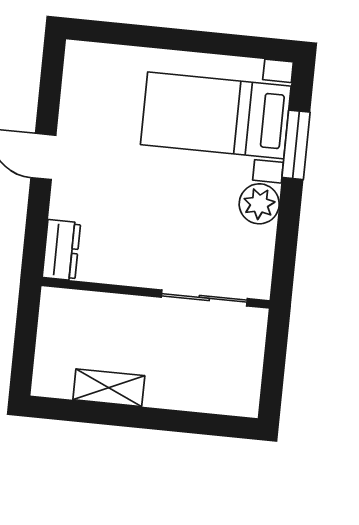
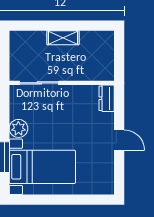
shelving: (109, 388) -> (63, 38), moved

